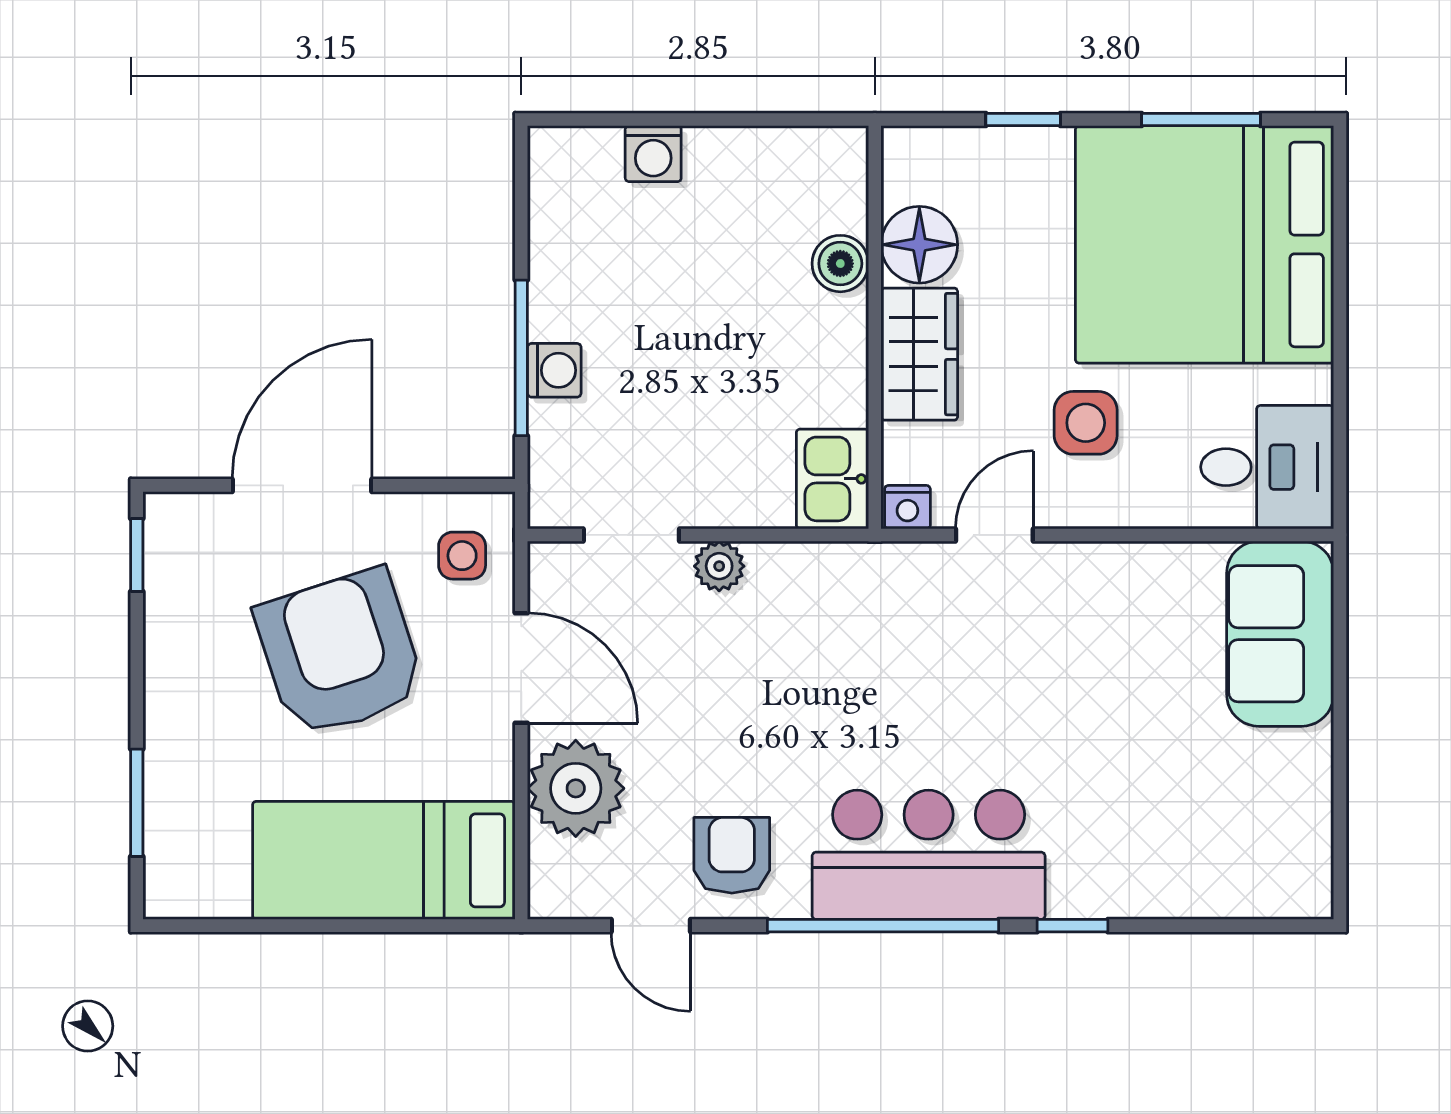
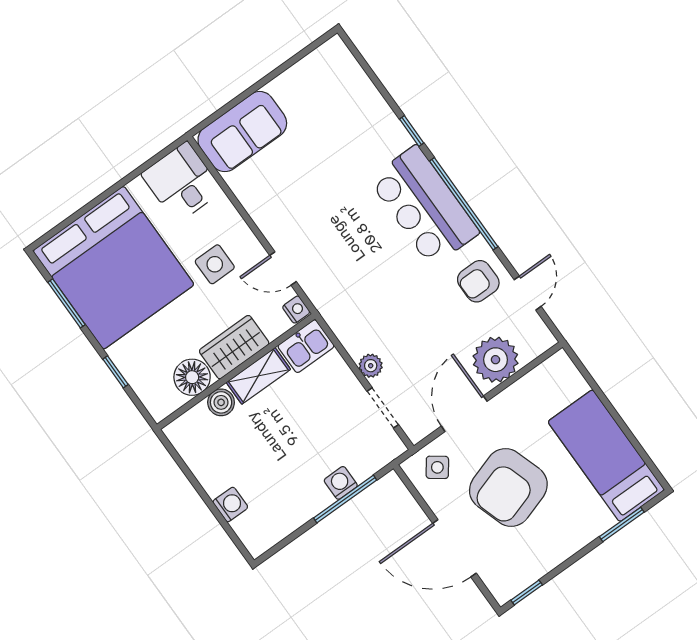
shelving: (840, 360) -> (258, 376), added
side table: (462, 556) -> (437, 467), turned 36
bed: (384, 860) -> (606, 456), moved, turned 180

